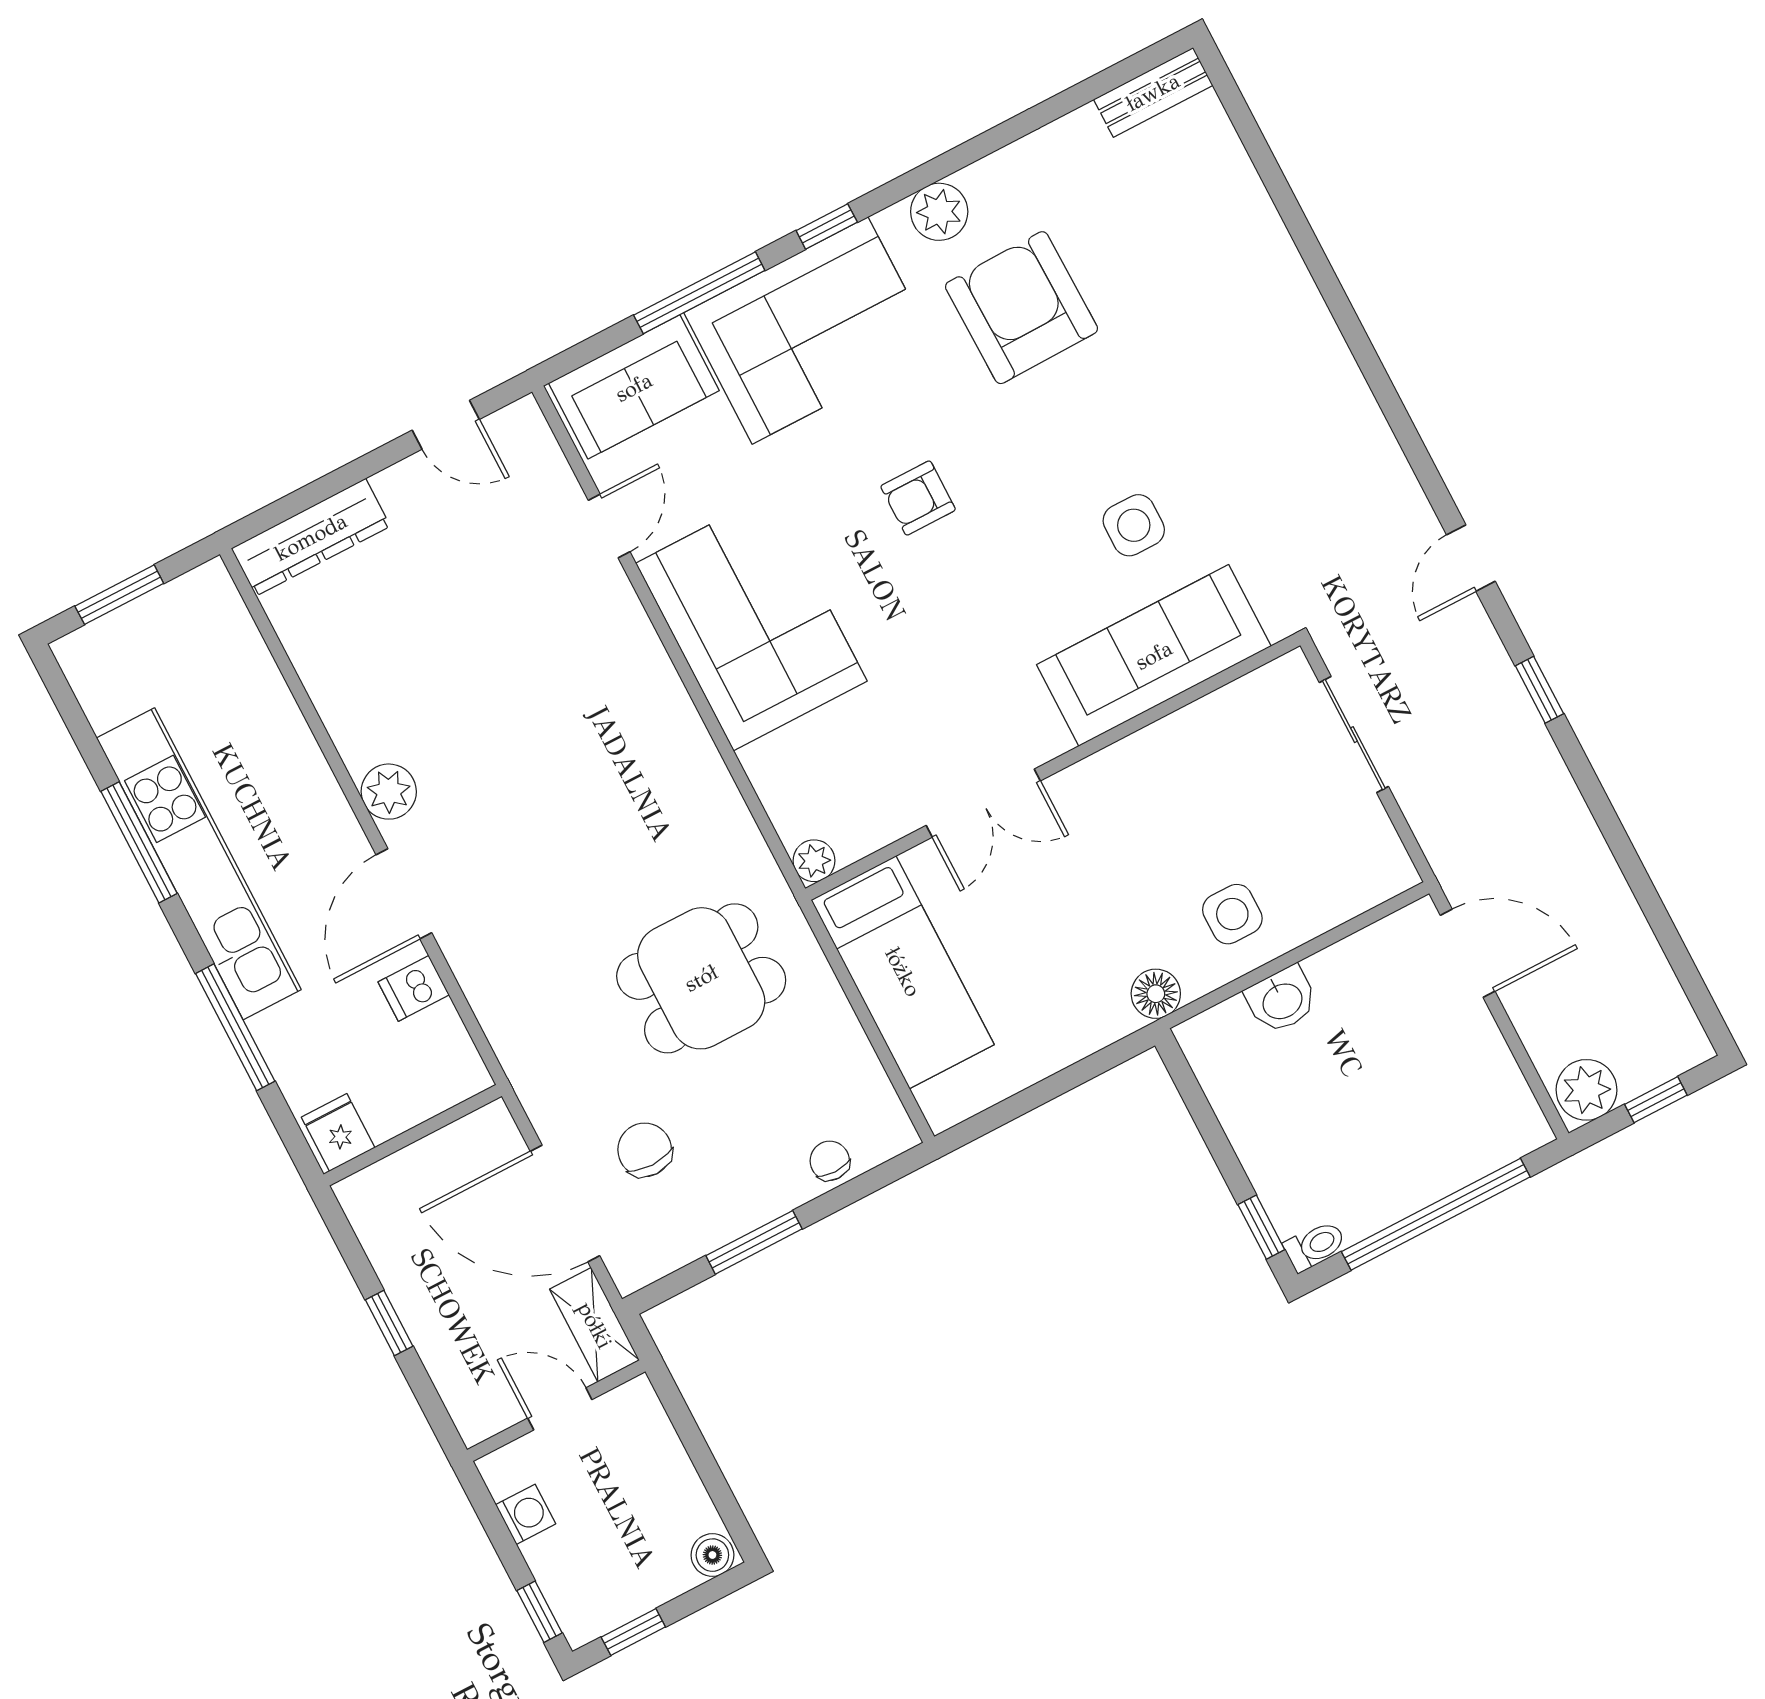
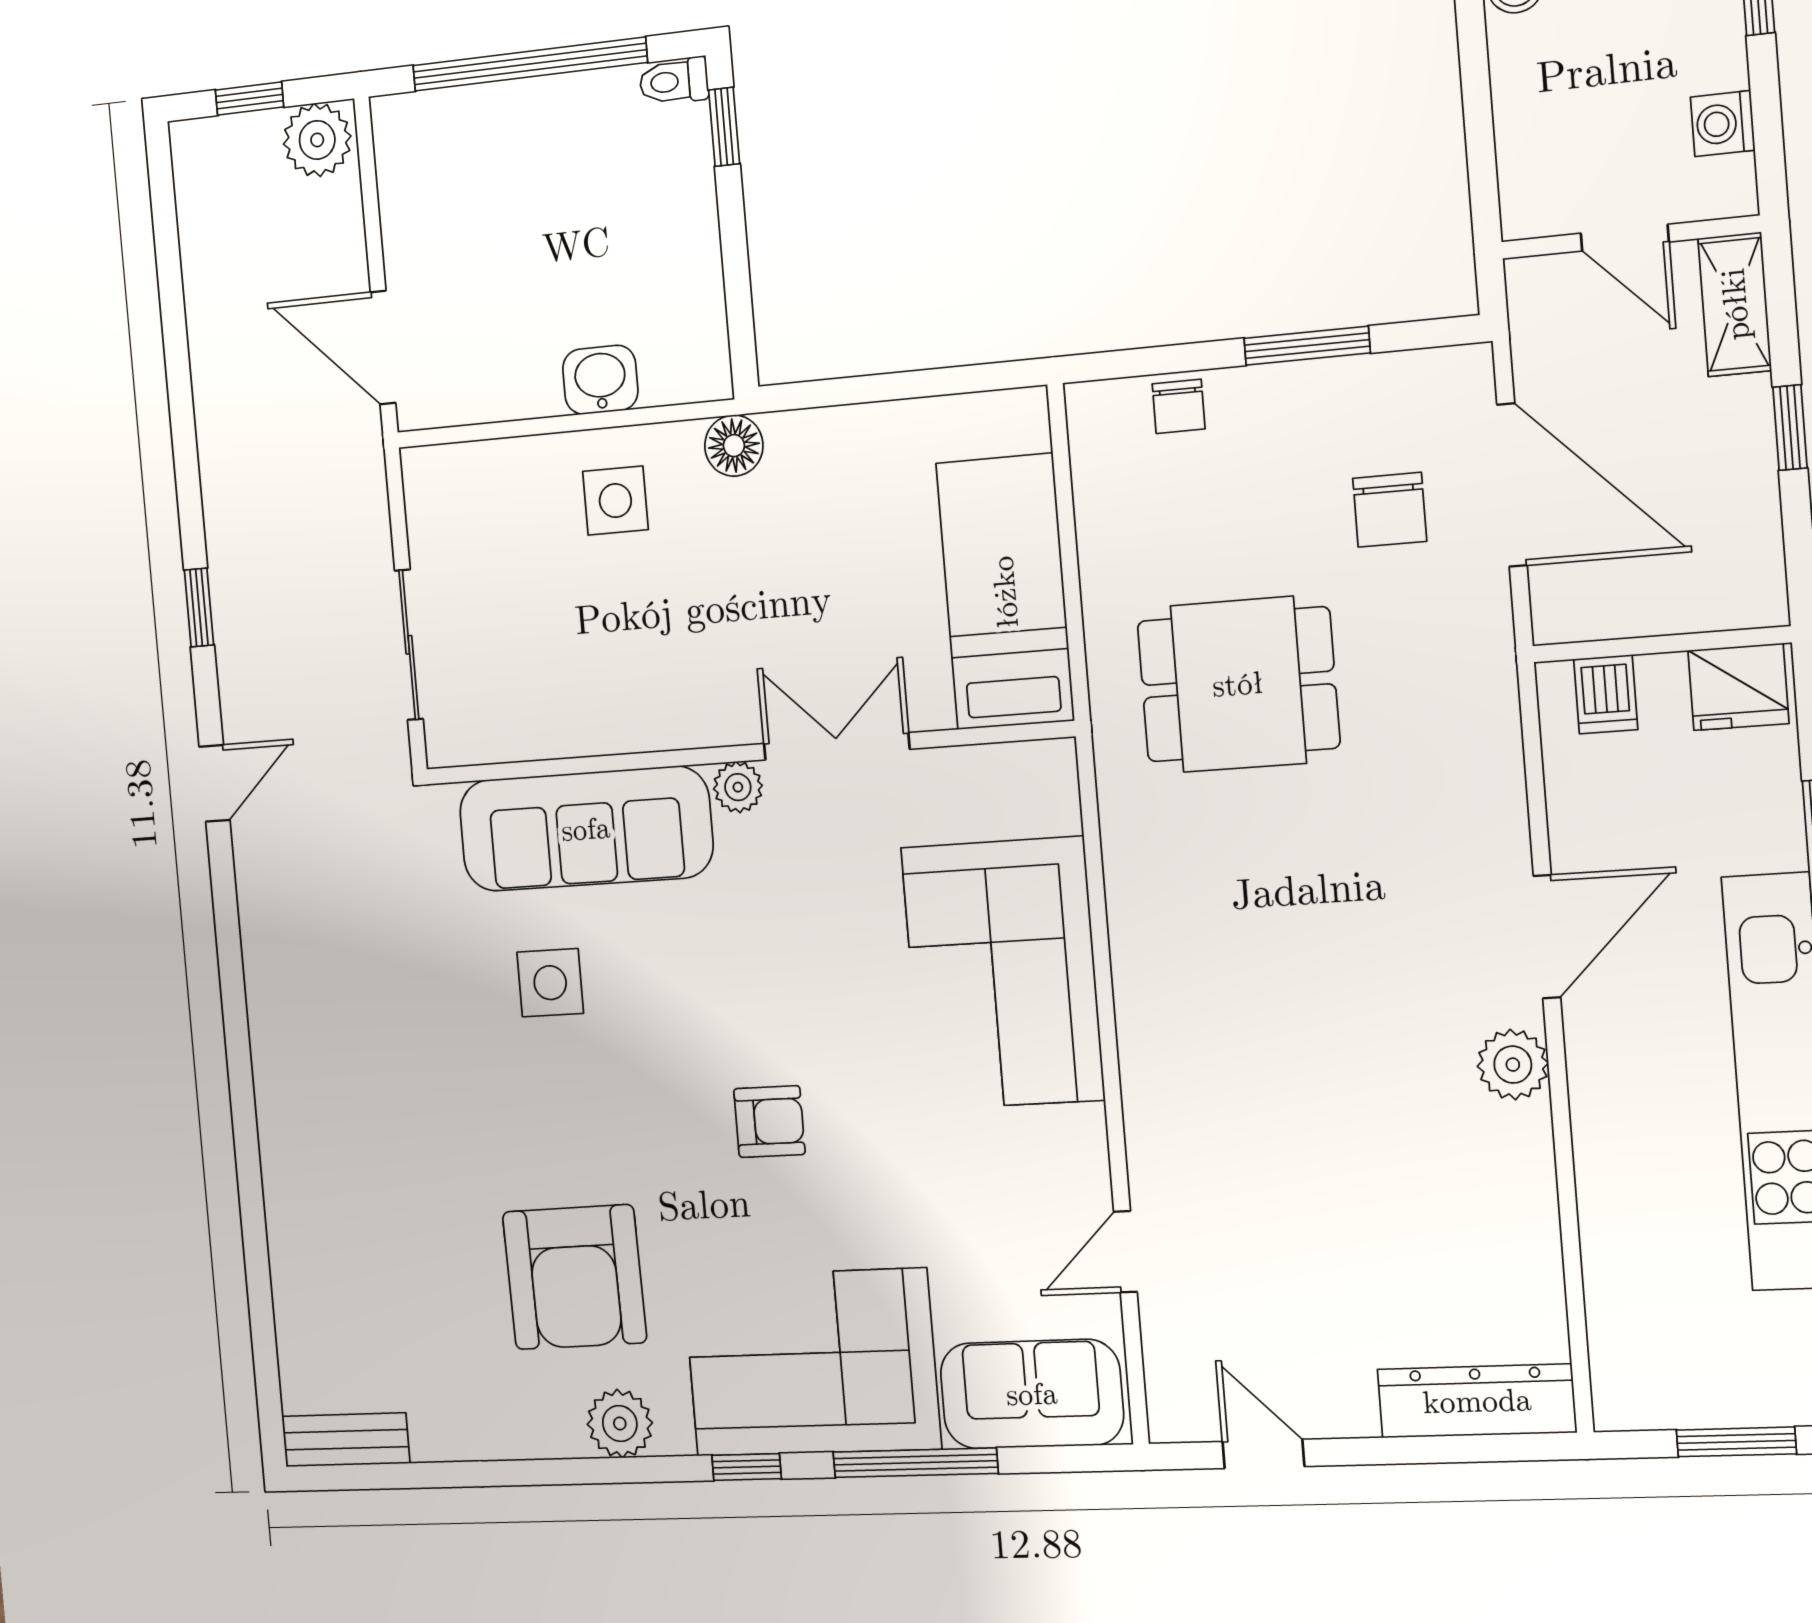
corner sofa: (751, 622) -> (1003, 973), moved
plant: (814, 861) -> (738, 787), moved
dishwasher: (414, 988) -> (1606, 694), moved, turned 90
fridge: (338, 1133) -> (1738, 687), width x1.38
shelving: (595, 1325) -> (1735, 304), moved

